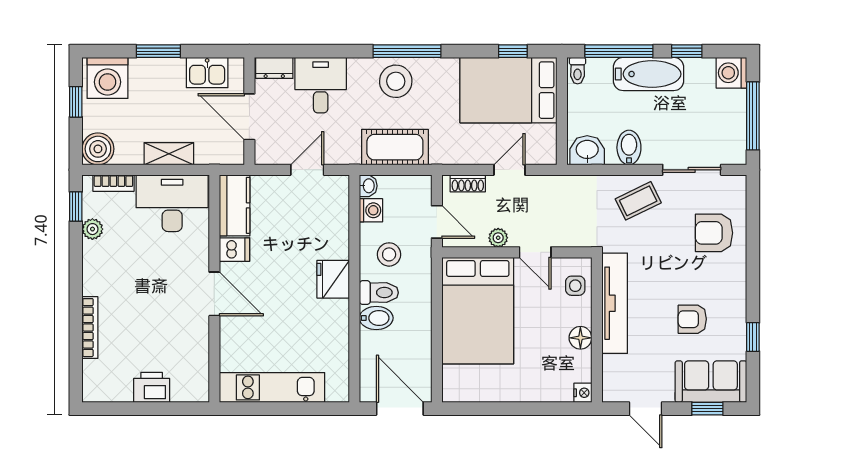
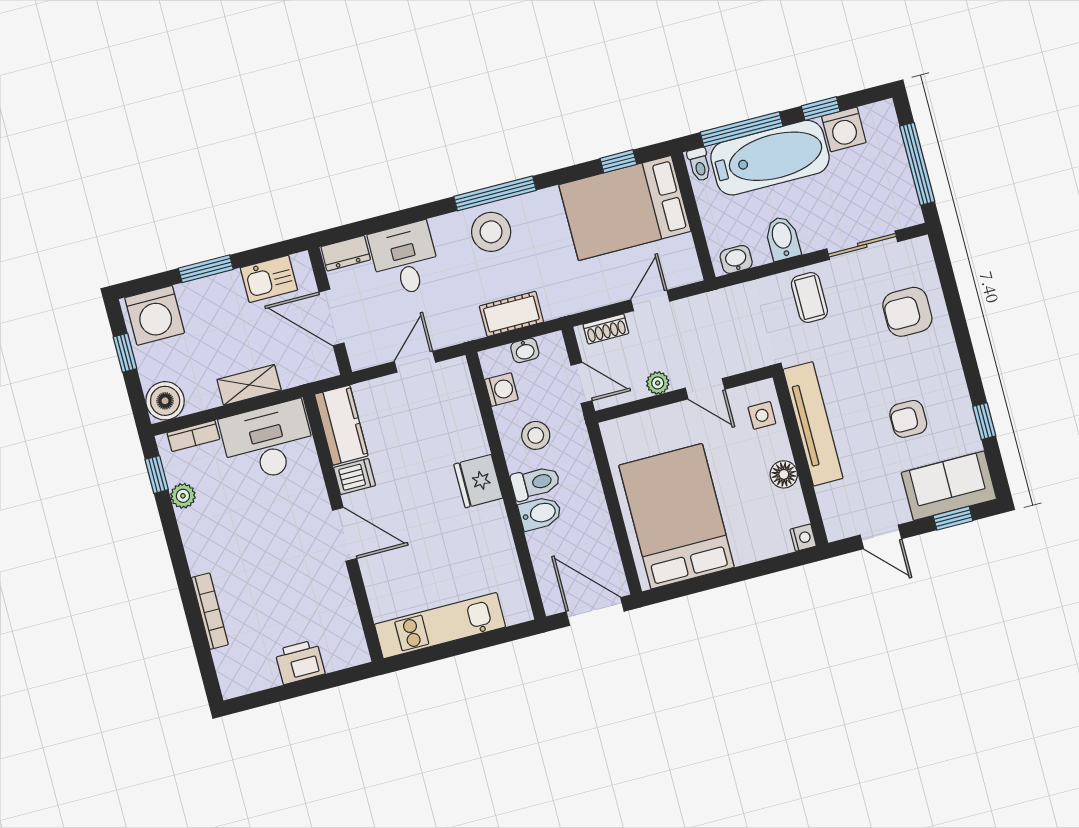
washing machine: (731, 73) -> (844, 129), moved, turned -90
bathtub: (649, 74) -> (770, 158), width x1.36, depth x1.36
cot: (395, 147) -> (511, 314), width x0.73, depth x0.75
washbasin: (587, 150) -> (736, 259), width x0.72, depth x0.69
washbasin: (368, 186) -> (525, 350), moved, turned 90
coffee table: (638, 201) -> (809, 298), turned -64
bed: (478, 311) -> (677, 516), moved, turned 180

